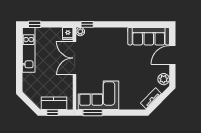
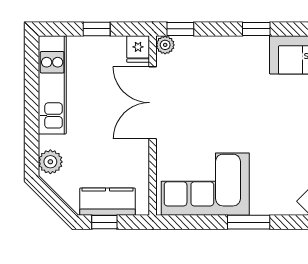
window: (35, 24) -> (97, 29), moved
window: (122, 24) -> (256, 29), added
plant: (28, 85) -> (50, 162), added
window: (93, 113) -> (249, 222), moved

